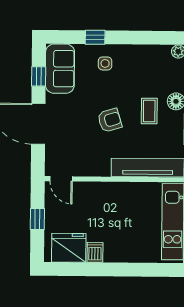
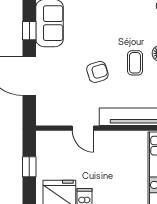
side table: (105, 63) -> (92, 18), removed
door: (61, 179) -> (83, 128), moved

